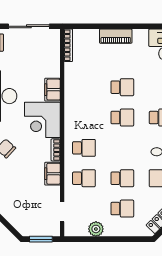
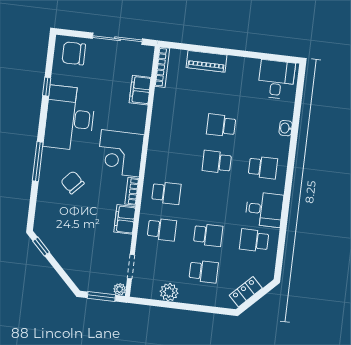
piano: (116, 36) -> (206, 61), moved
school desk: (122, 87) -> (221, 125), turned 180
filing cabinet: (52, 90) -> (140, 90), moved
school desk: (122, 118) -> (217, 162), turned 180
plant: (55, 231) -> (120, 289), added

